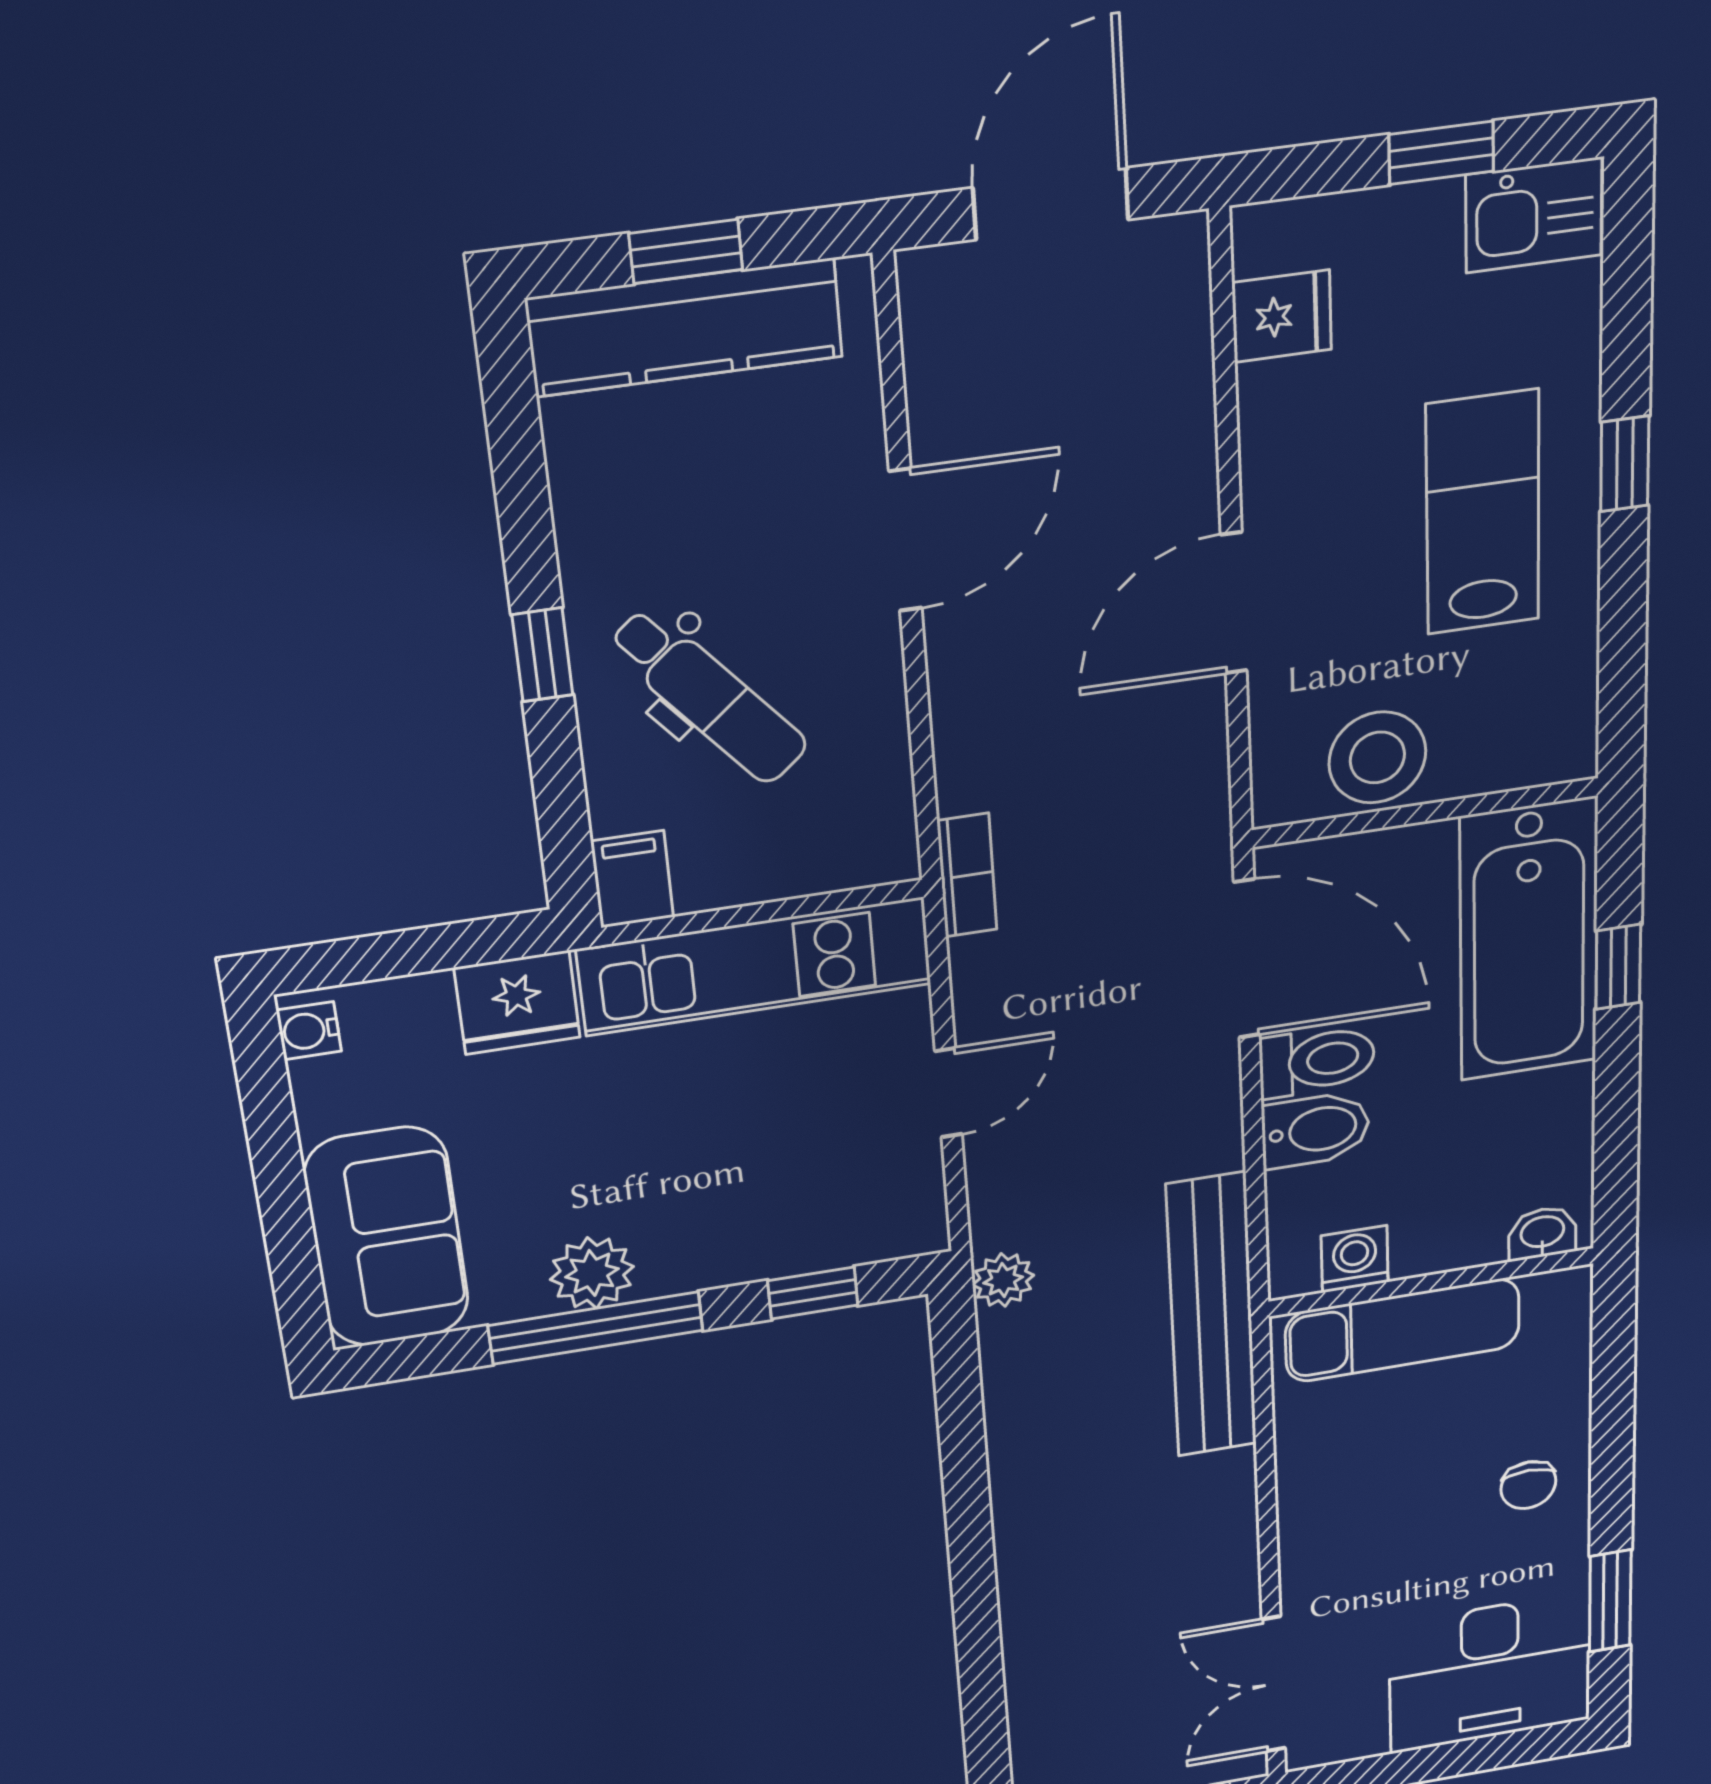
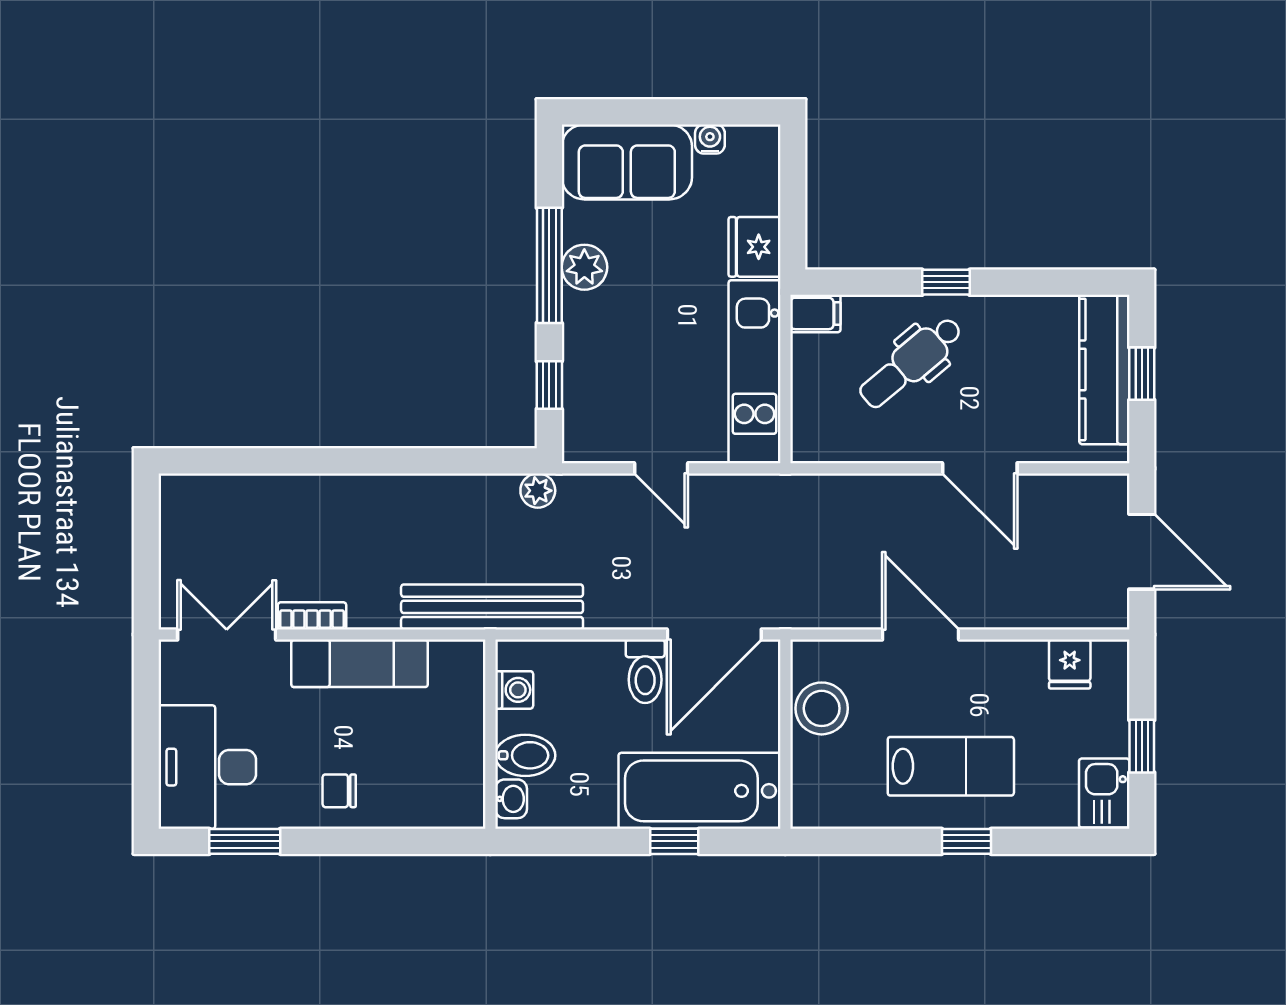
bookcase: (967, 875) -> (312, 616), moved, turned 180
water cooler: (309, 1031) -> (710, 139), moved
bidet: (1315, 1130) -> (525, 755), moved, turned -90
exam couch: (1403, 1330) -> (360, 663), moved, turned -90

